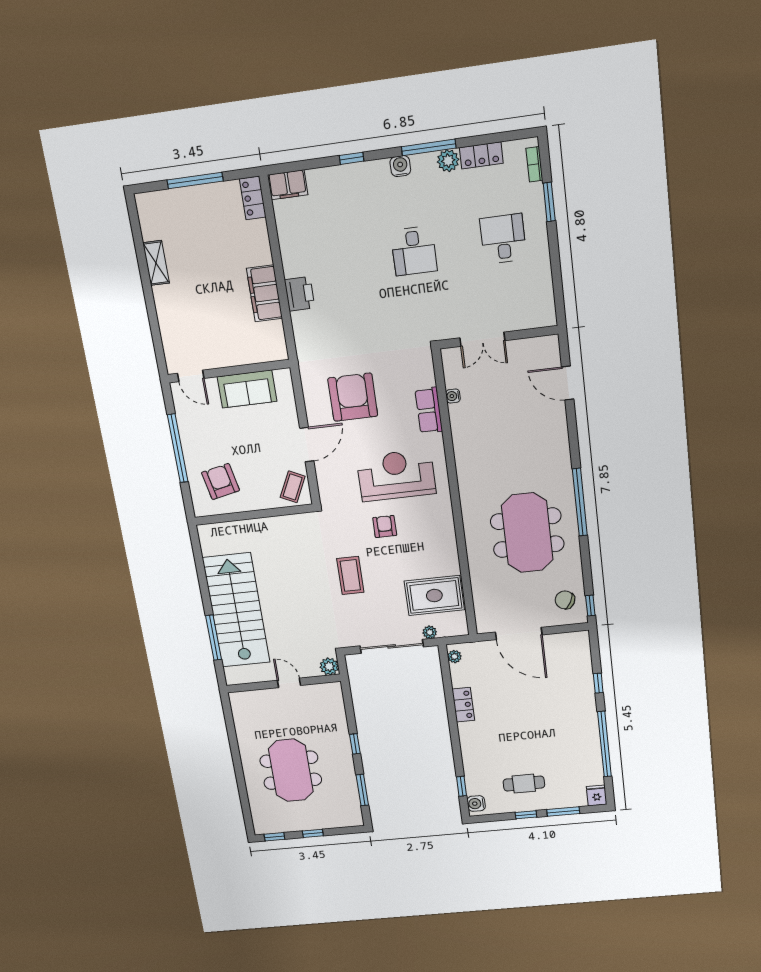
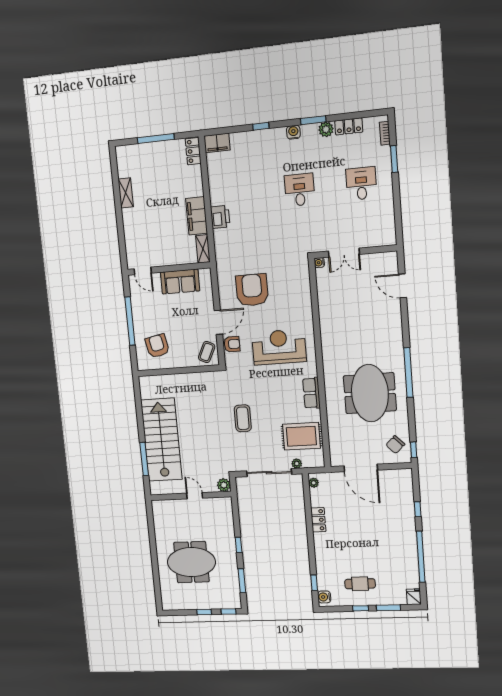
window: (429, 147) -> (313, 120), width x0.69
desk: (414, 251) -> (300, 190), turned 180
shelving: (277, 341) -> (203, 249), added
water cooler: (453, 396) -> (319, 263), moved
row of seats: (429, 410) -> (312, 393), moved
armchair: (385, 527) -> (232, 344), moved, turned 90
chair: (565, 600) -> (395, 445), turned -72
meeting table: (291, 770) -> (191, 562), turned 90
window: (274, 837) -> (228, 611), moved

